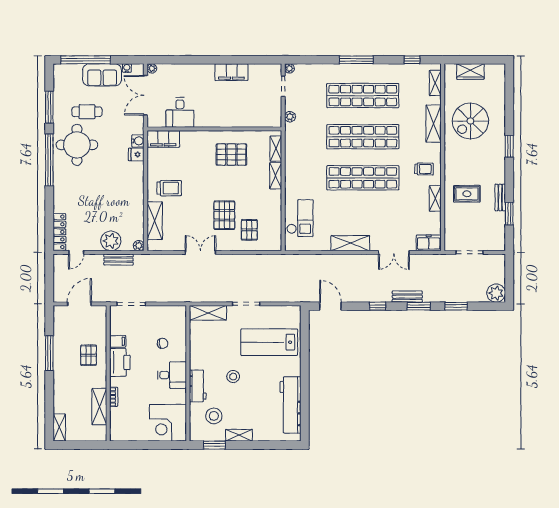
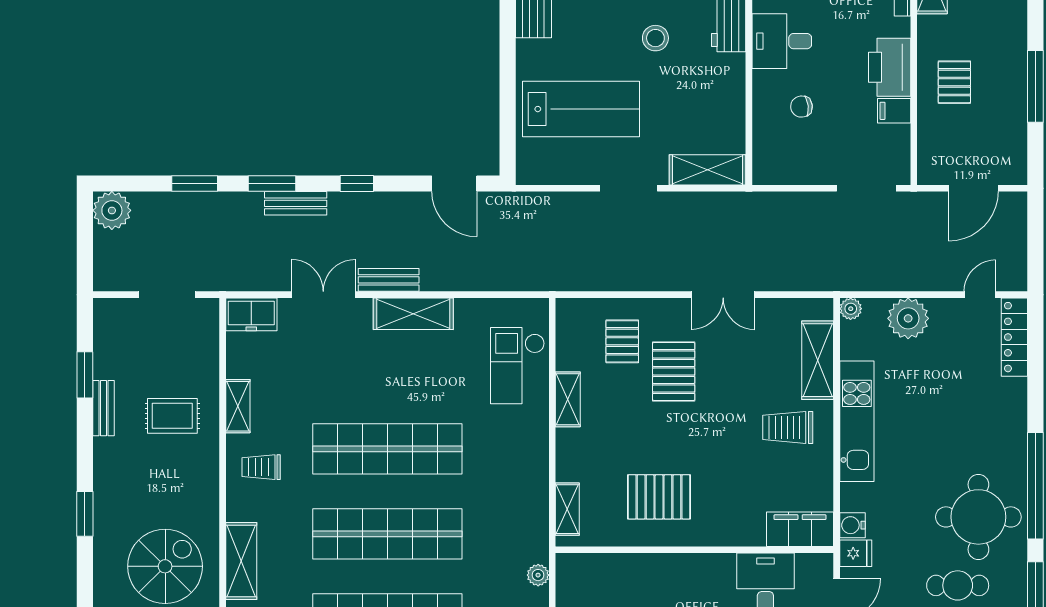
fridge: (136, 154) -> (856, 553), moved
shelving: (276, 176) -> (568, 399), moved
kitchen unit: (136, 191) -> (857, 421), added
bench: (119, 260) -> (389, 280), moved

